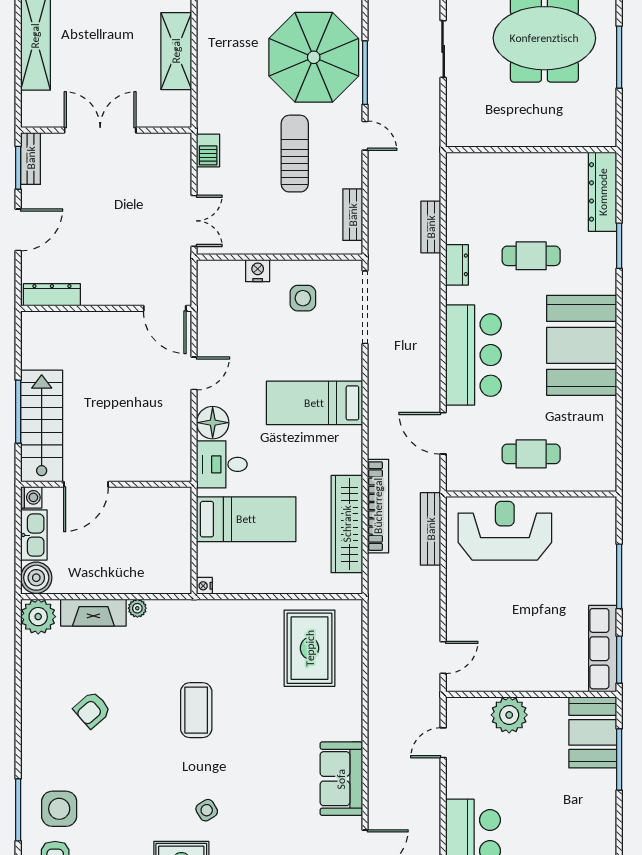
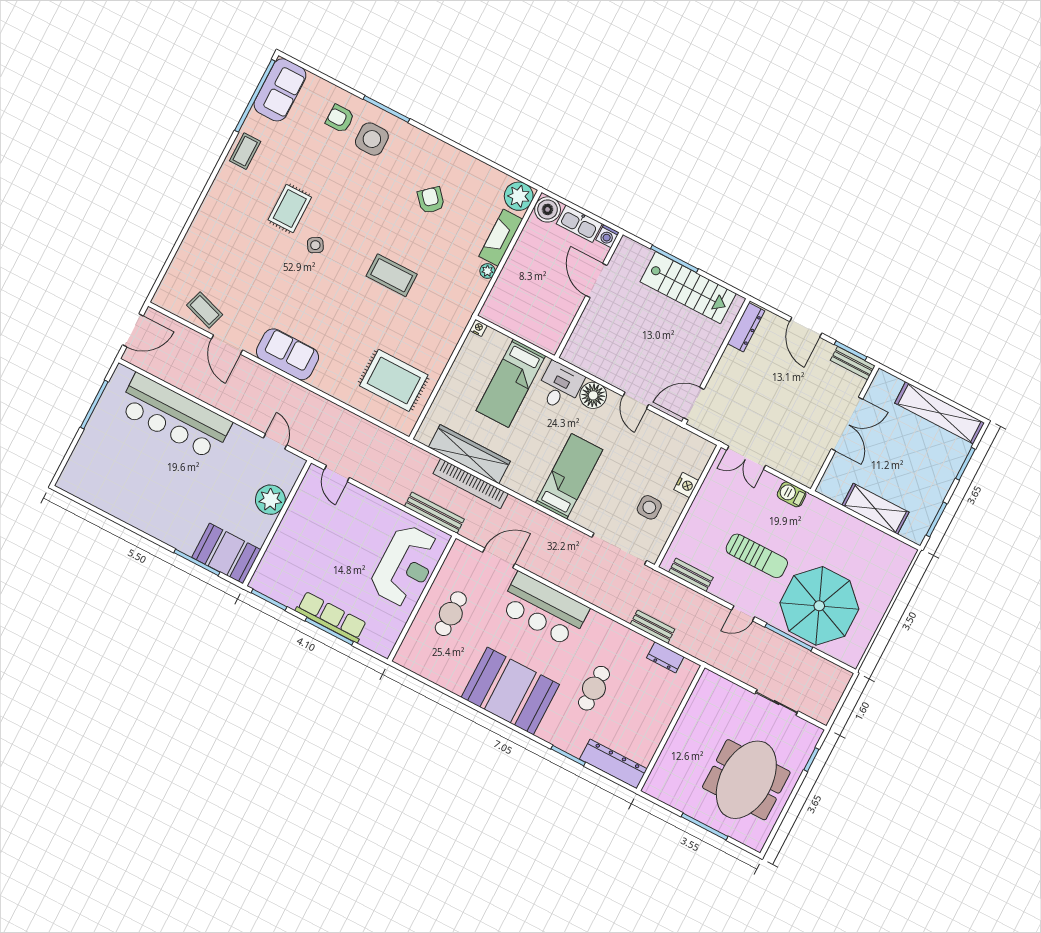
dresser: (457, 265) -> (665, 657), moved
stairs: (42, 426) -> (688, 288), moved
row of seats: (603, 649) -> (331, 617), moved

